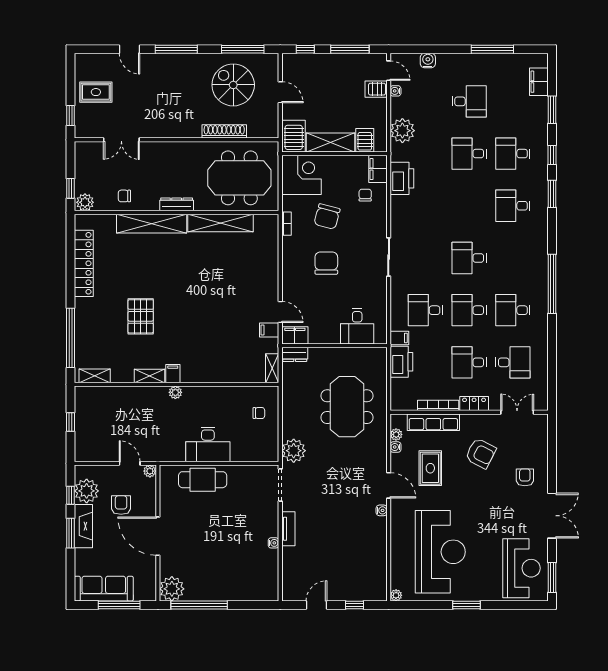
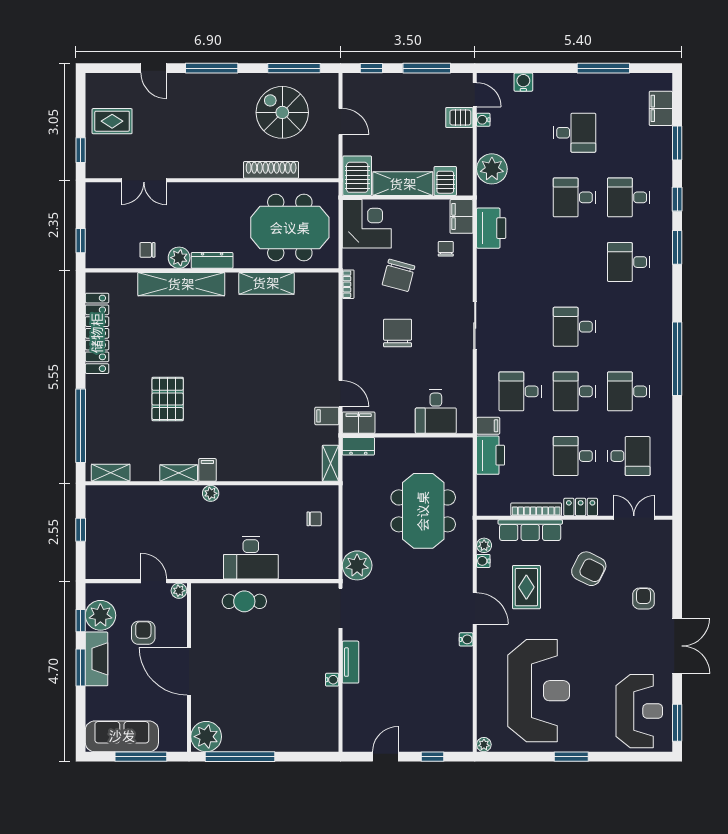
plant: (85, 202) -> (179, 258), moved
shelving: (221, 223) -> (266, 283), width x0.68
cafe table: (203, 480) -> (244, 601), width x0.73, depth x0.74

